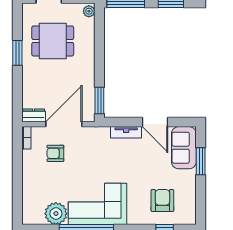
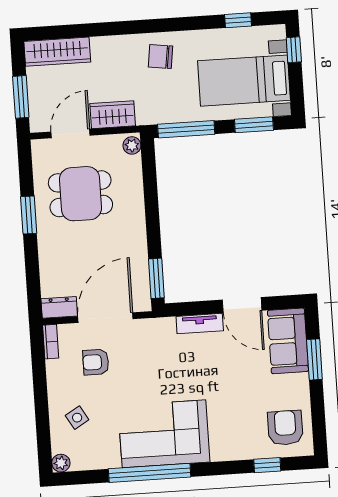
side table: (41, 189) -> (77, 418), added
armchair: (162, 200) -> (285, 428), moved
plant: (56, 214) -> (61, 463), moved, width x0.53, depth x0.53

